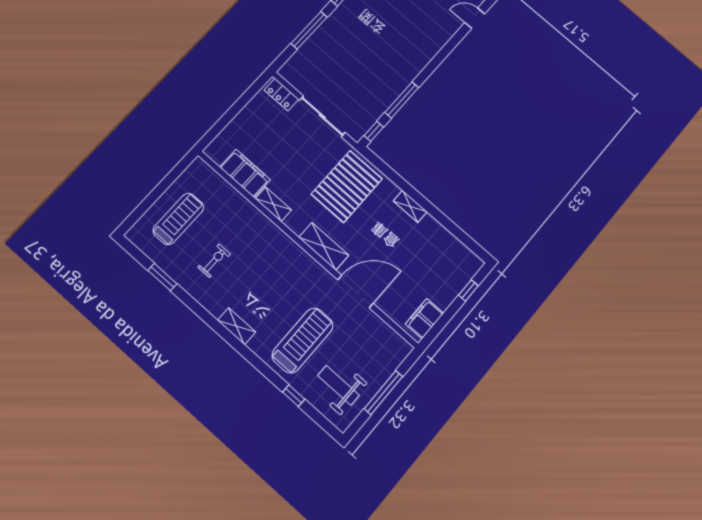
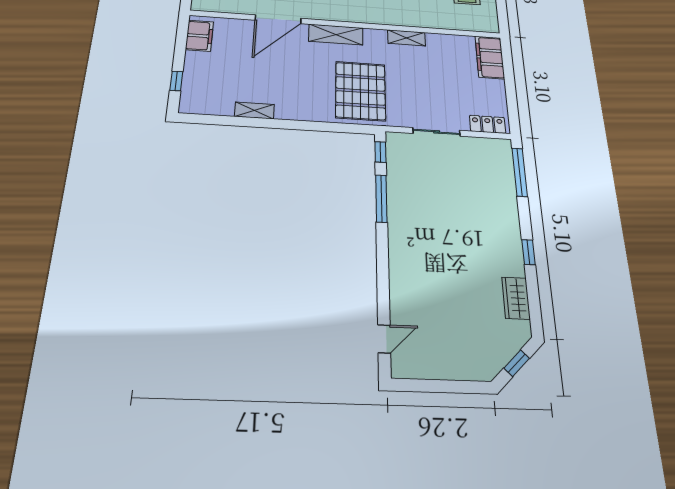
window: (309, 30) -> (520, 172), moved
sliding door: (322, 116) -> (437, 132), width x0.73
filing cabinet: (245, 173) -> (490, 57), moved, turned 90
shelving: (410, 206) -> (254, 110), moved

